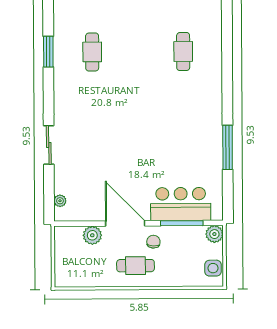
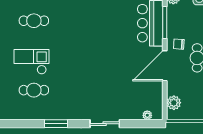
checkout: (129, 49) -> (31, 62), added
window: (48, 52) -> (56, 124), moved
plant: (92, 235) -> (174, 103), moved

